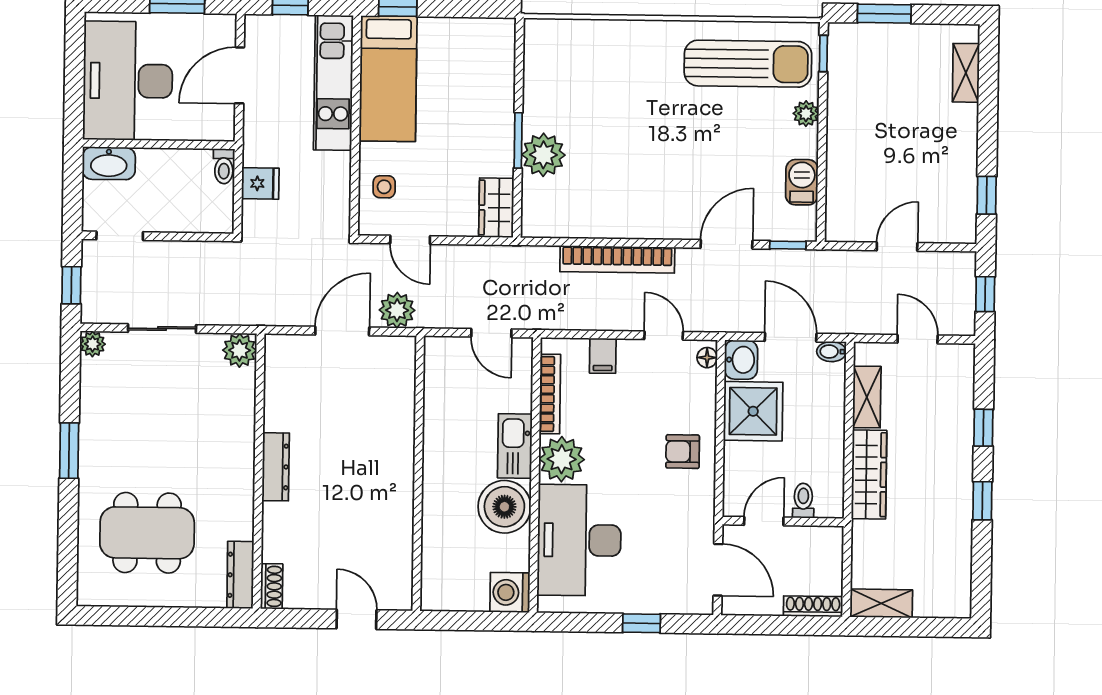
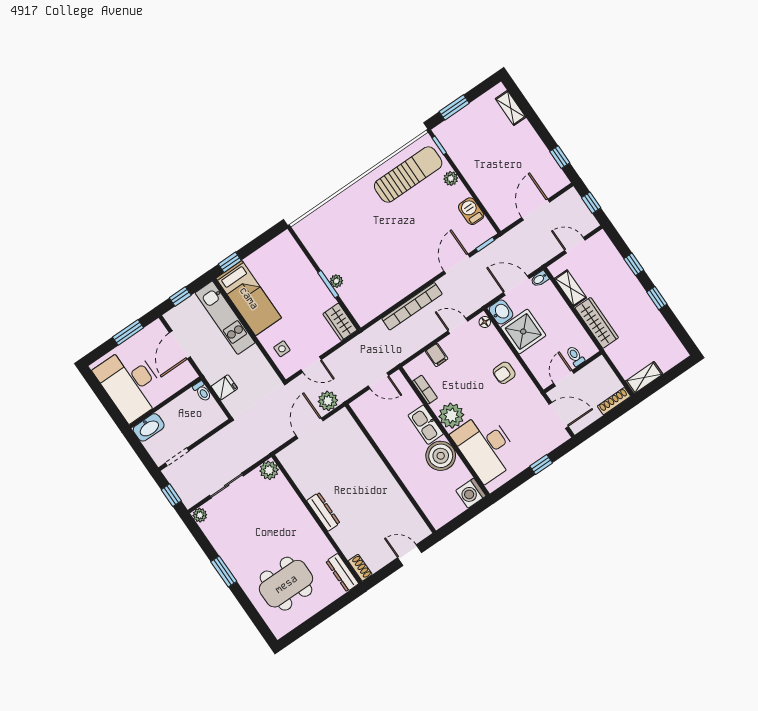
plant: (543, 155) -> (336, 281), width x0.53, depth x0.53
door: (897, 247) -> (536, 210), width x1.37
bookcase: (550, 394) -> (425, 390), width x0.64

